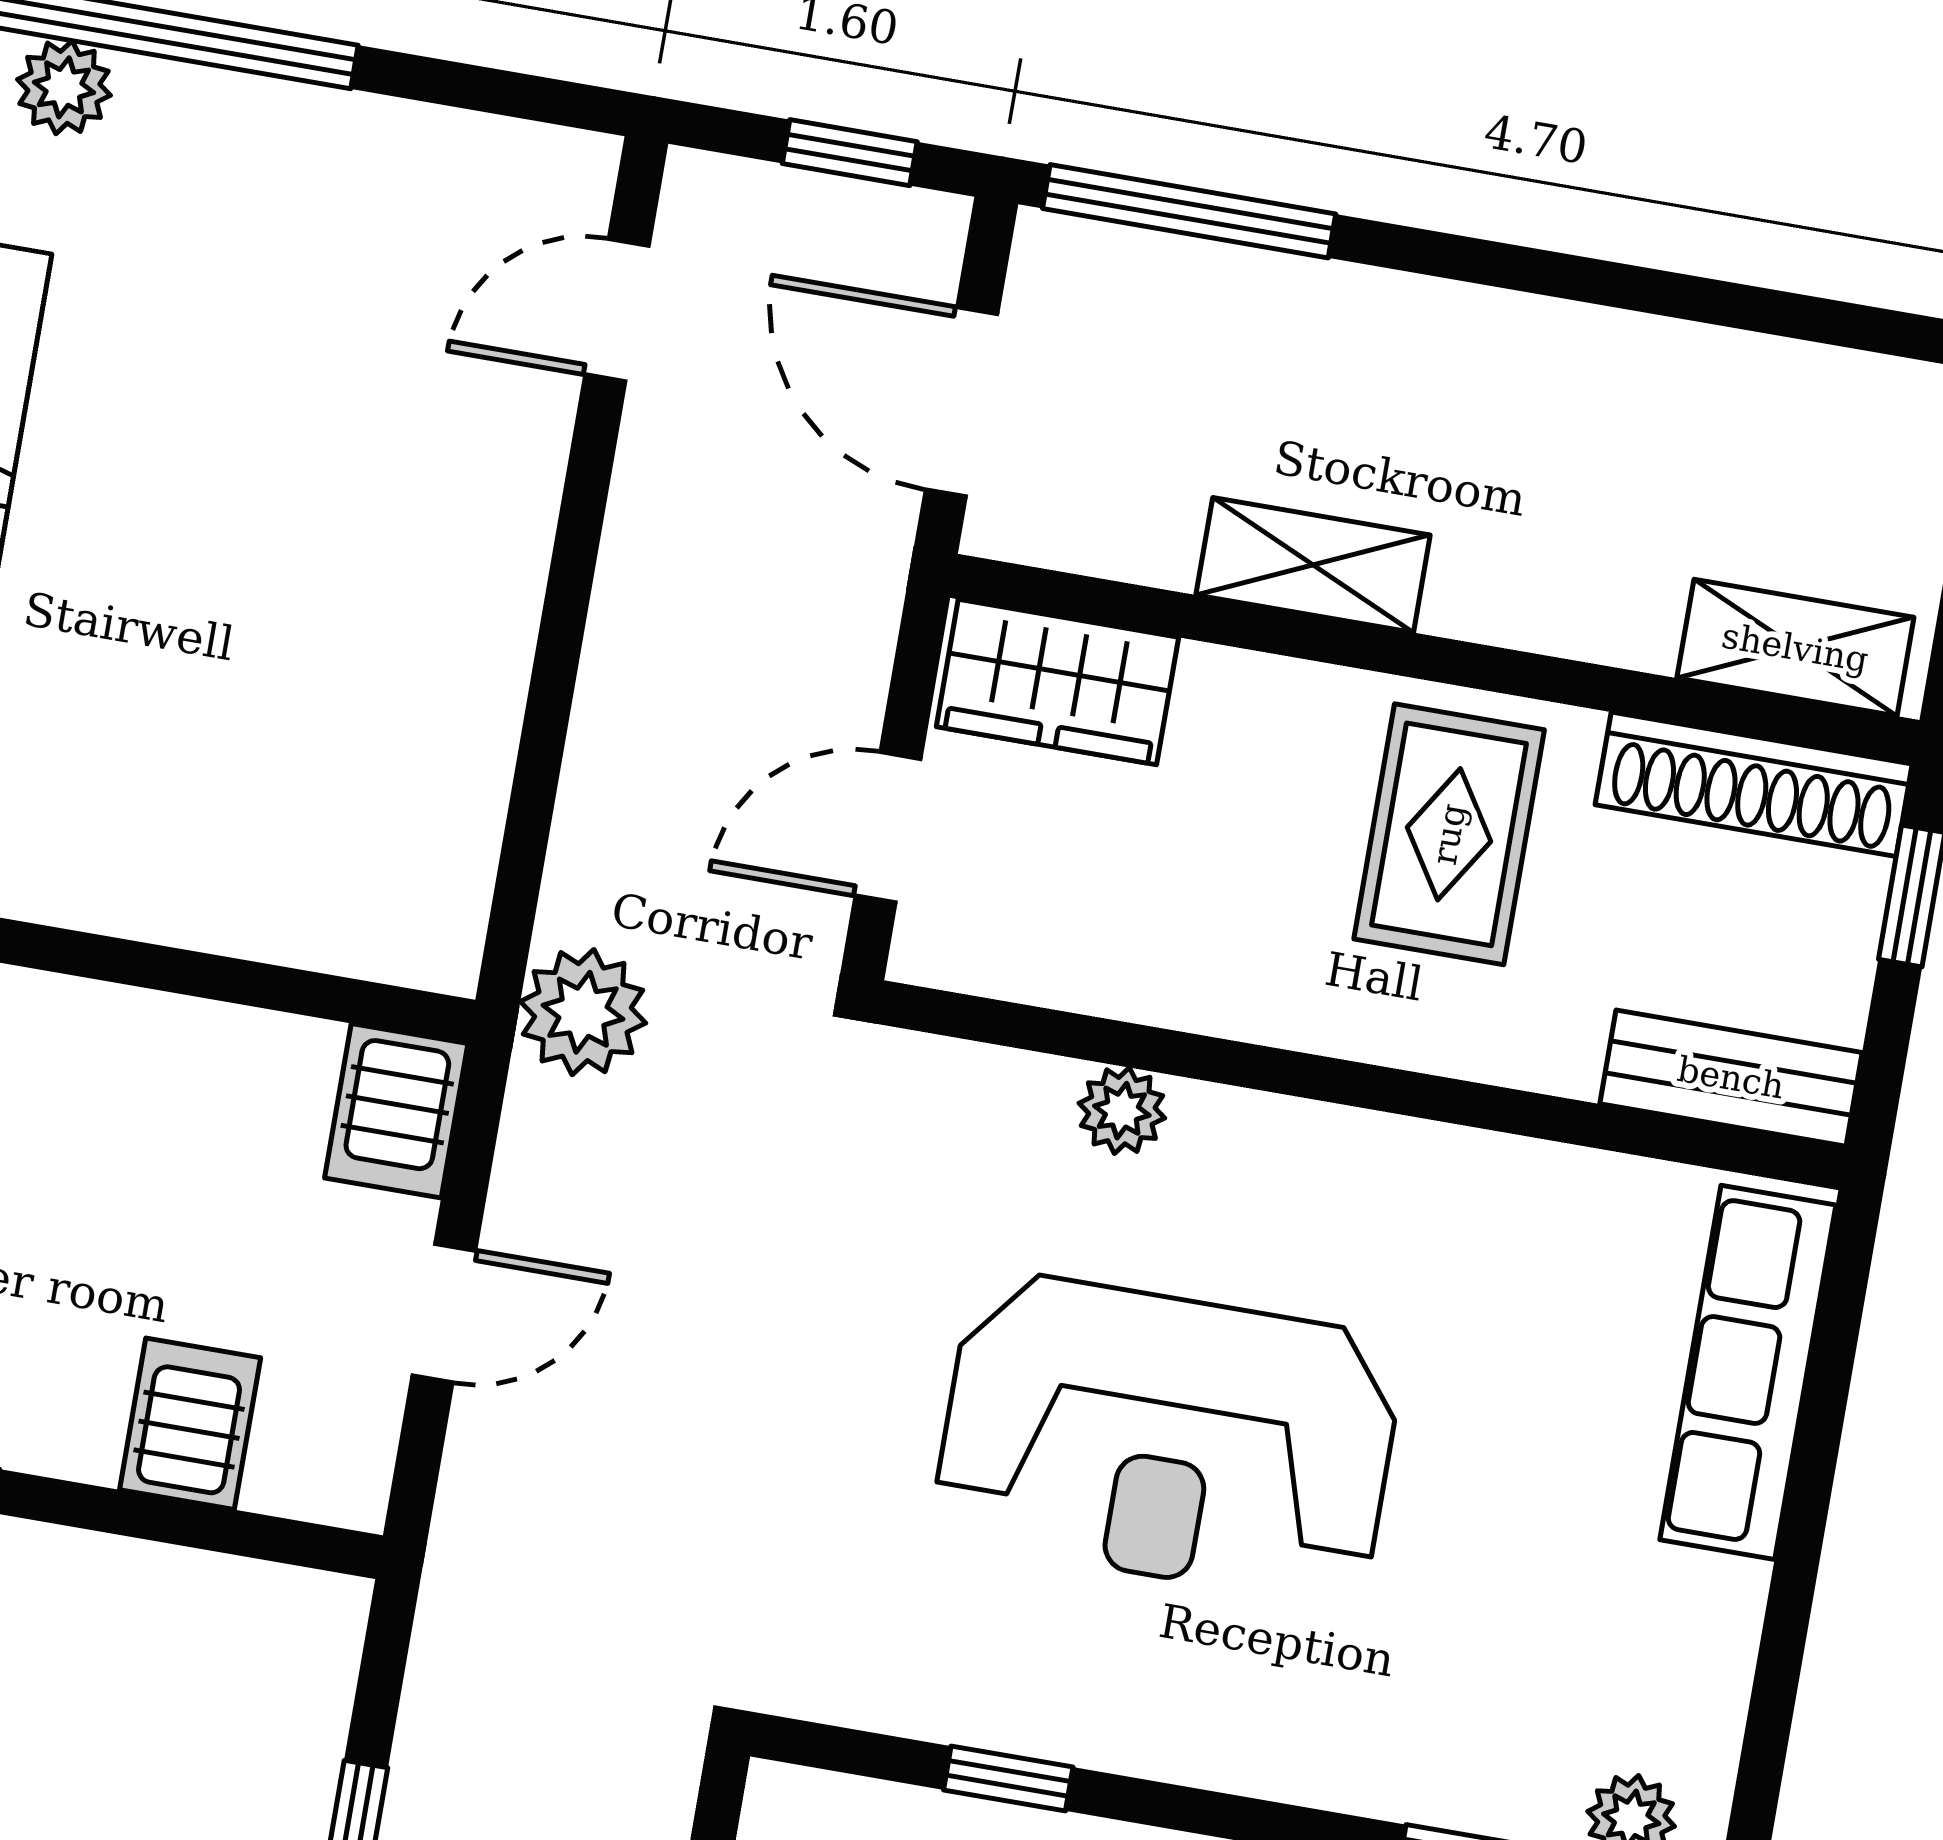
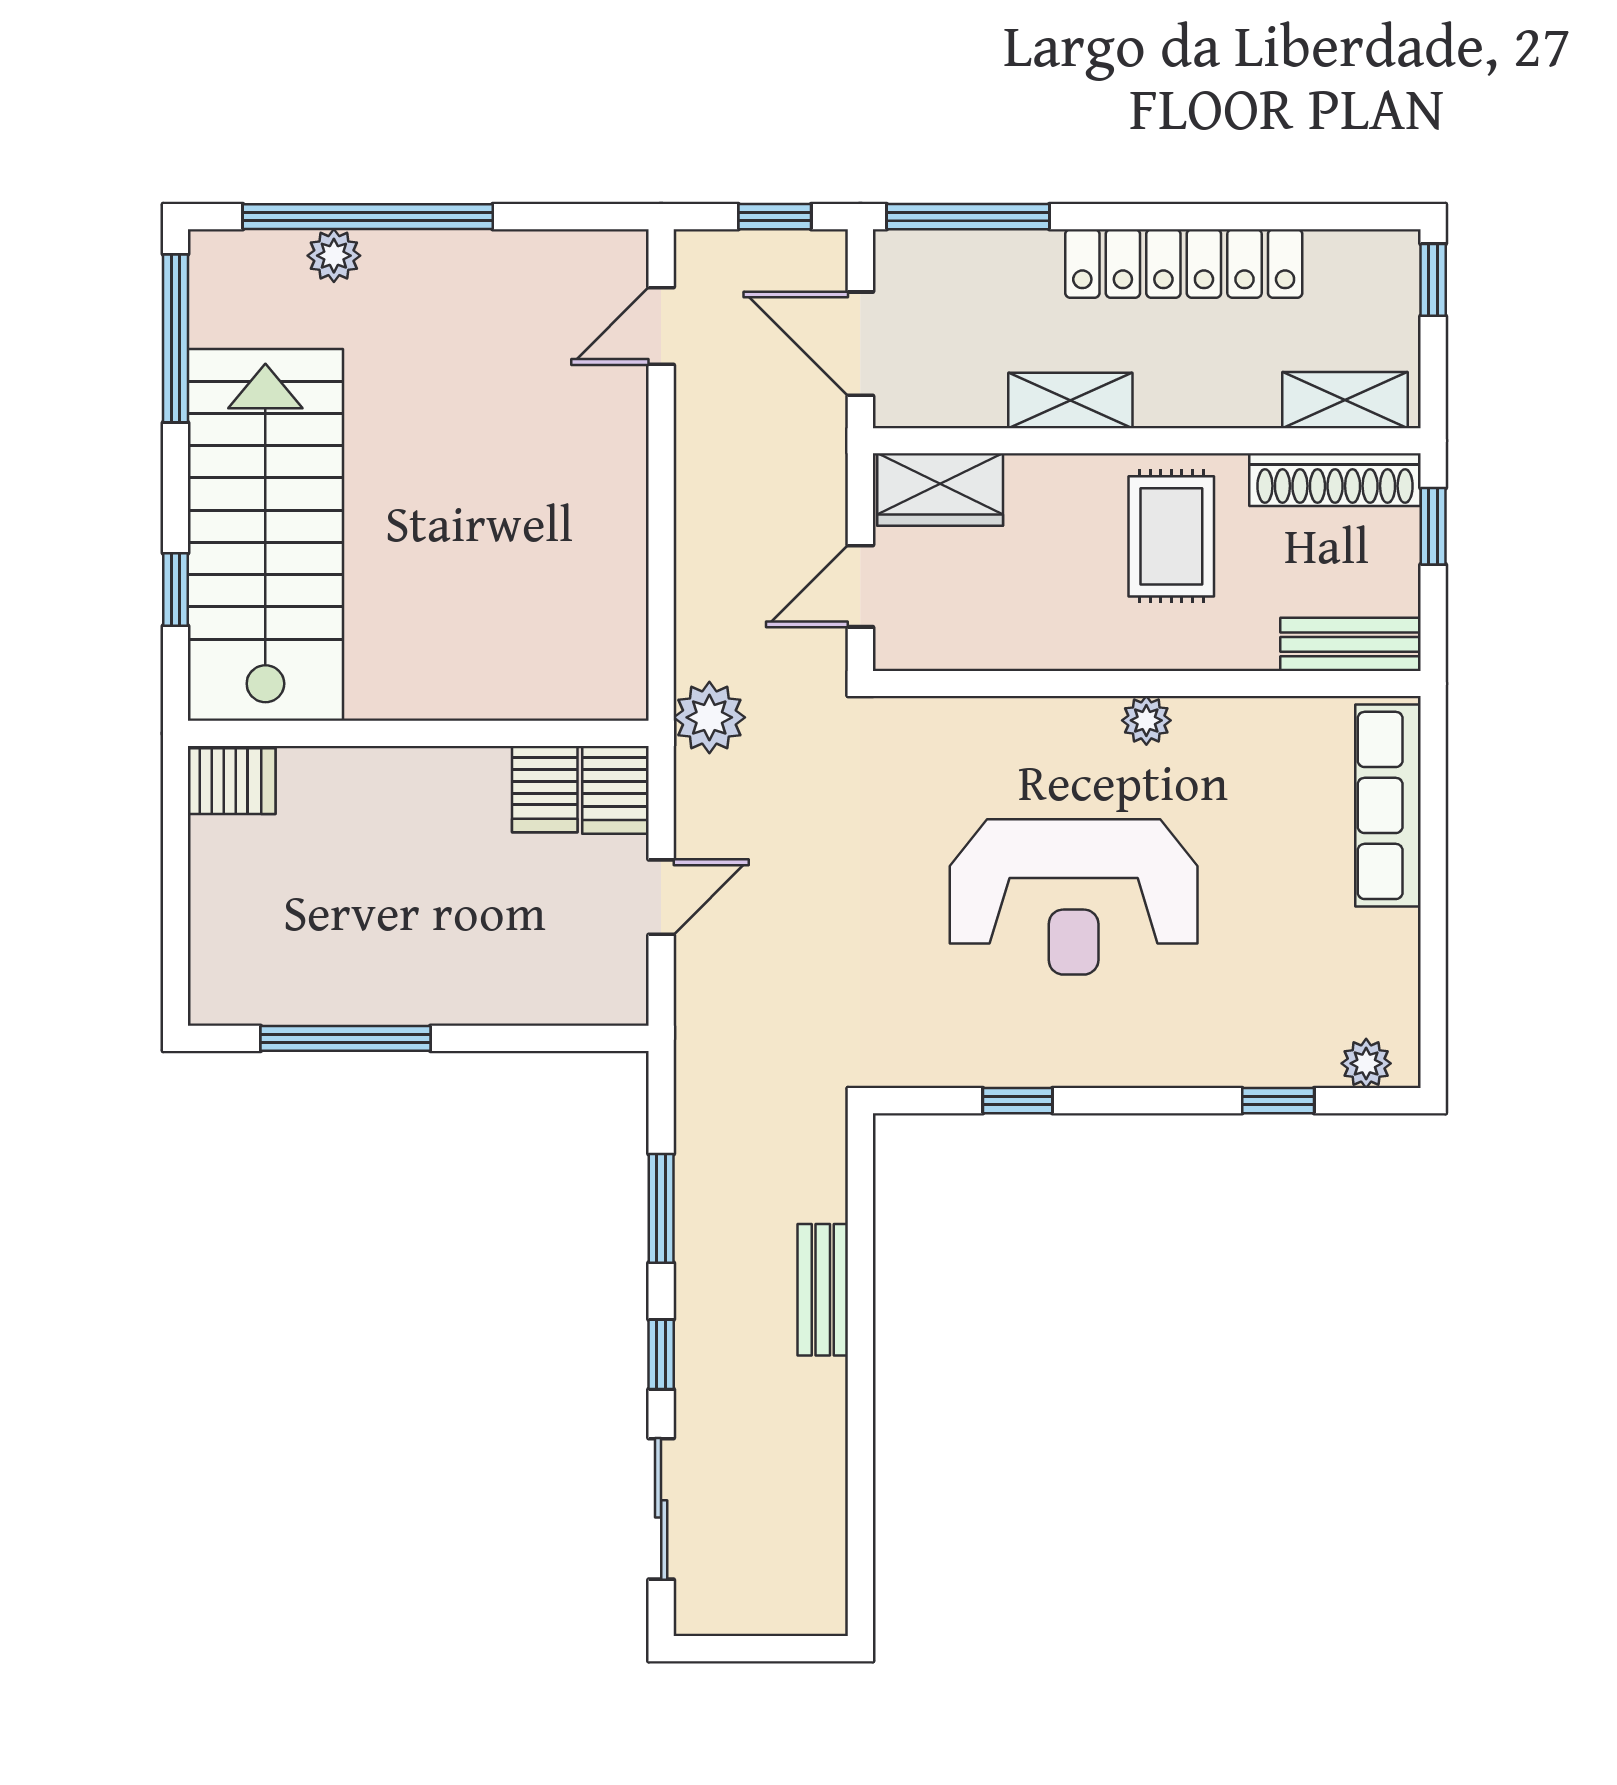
locker: (1554, 359) -> (1184, 263), added
plant: (1122, 1111) -> (1146, 720), moved
server rack: (190, 1424) -> (545, 789), moved, turned 180

